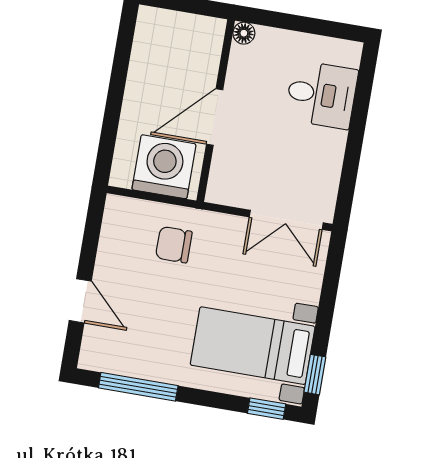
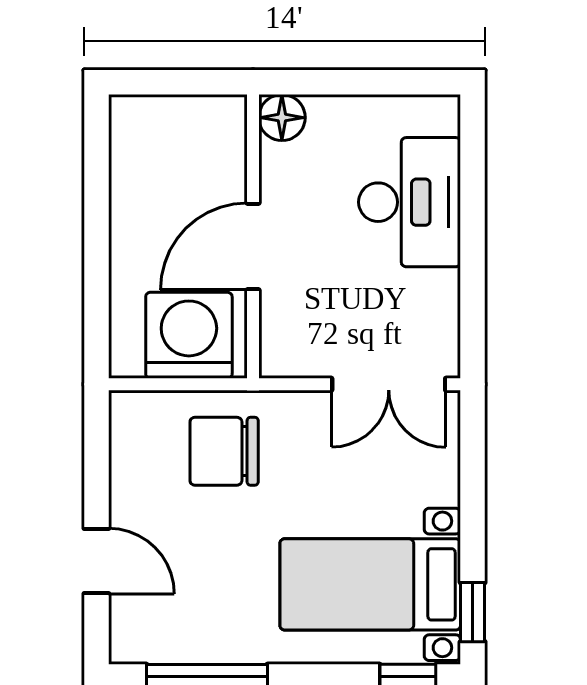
floor lamp: (244, 33) -> (282, 118), width x1.37, depth x1.37
desk: (321, 95) -> (410, 202), width x1.37
chair: (174, 245) -> (224, 451), width x1.37, depth x1.37

